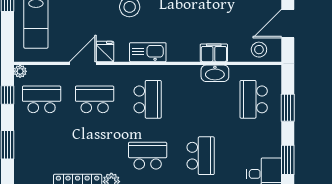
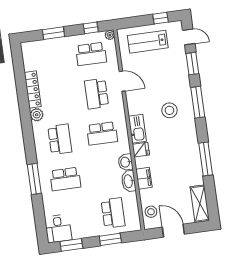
fridge: (105, 51) -> (141, 150), moved
washbasin: (189, 74) -> (125, 162), added
school desk: (42, 99) -> (91, 54), turned 90
school desk: (95, 99) -> (97, 94), turned 180
school desk: (254, 99) -> (113, 213), turned 90

